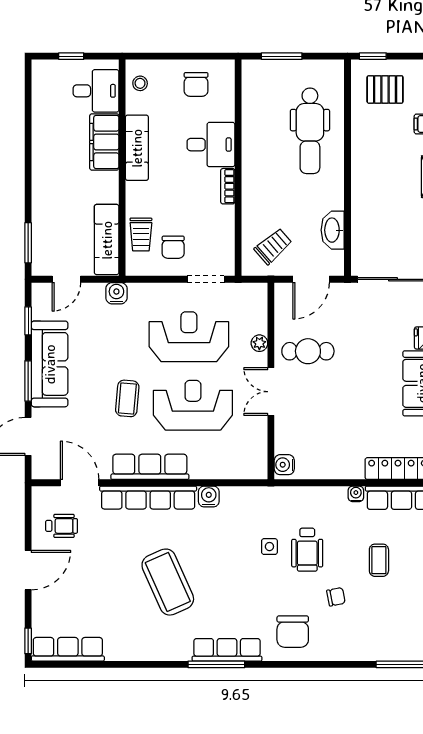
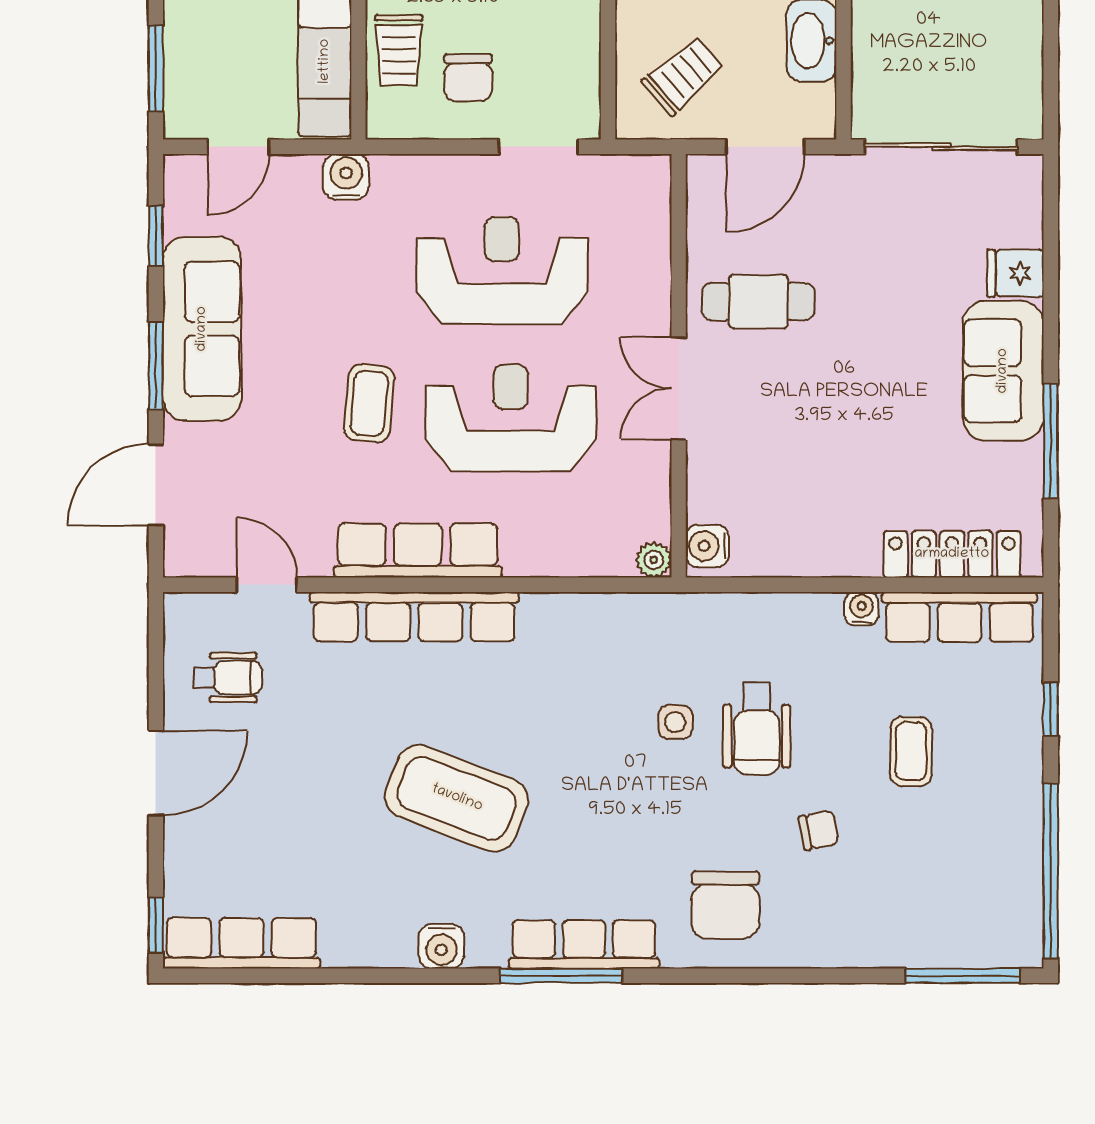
plant: (259, 343) -> (654, 560), moved
door: (80, 483) -> (267, 585), width x0.73
water cooler: (209, 497) -> (441, 946), moved, turned 180
coffee table: (168, 582) -> (457, 798), turned -45

